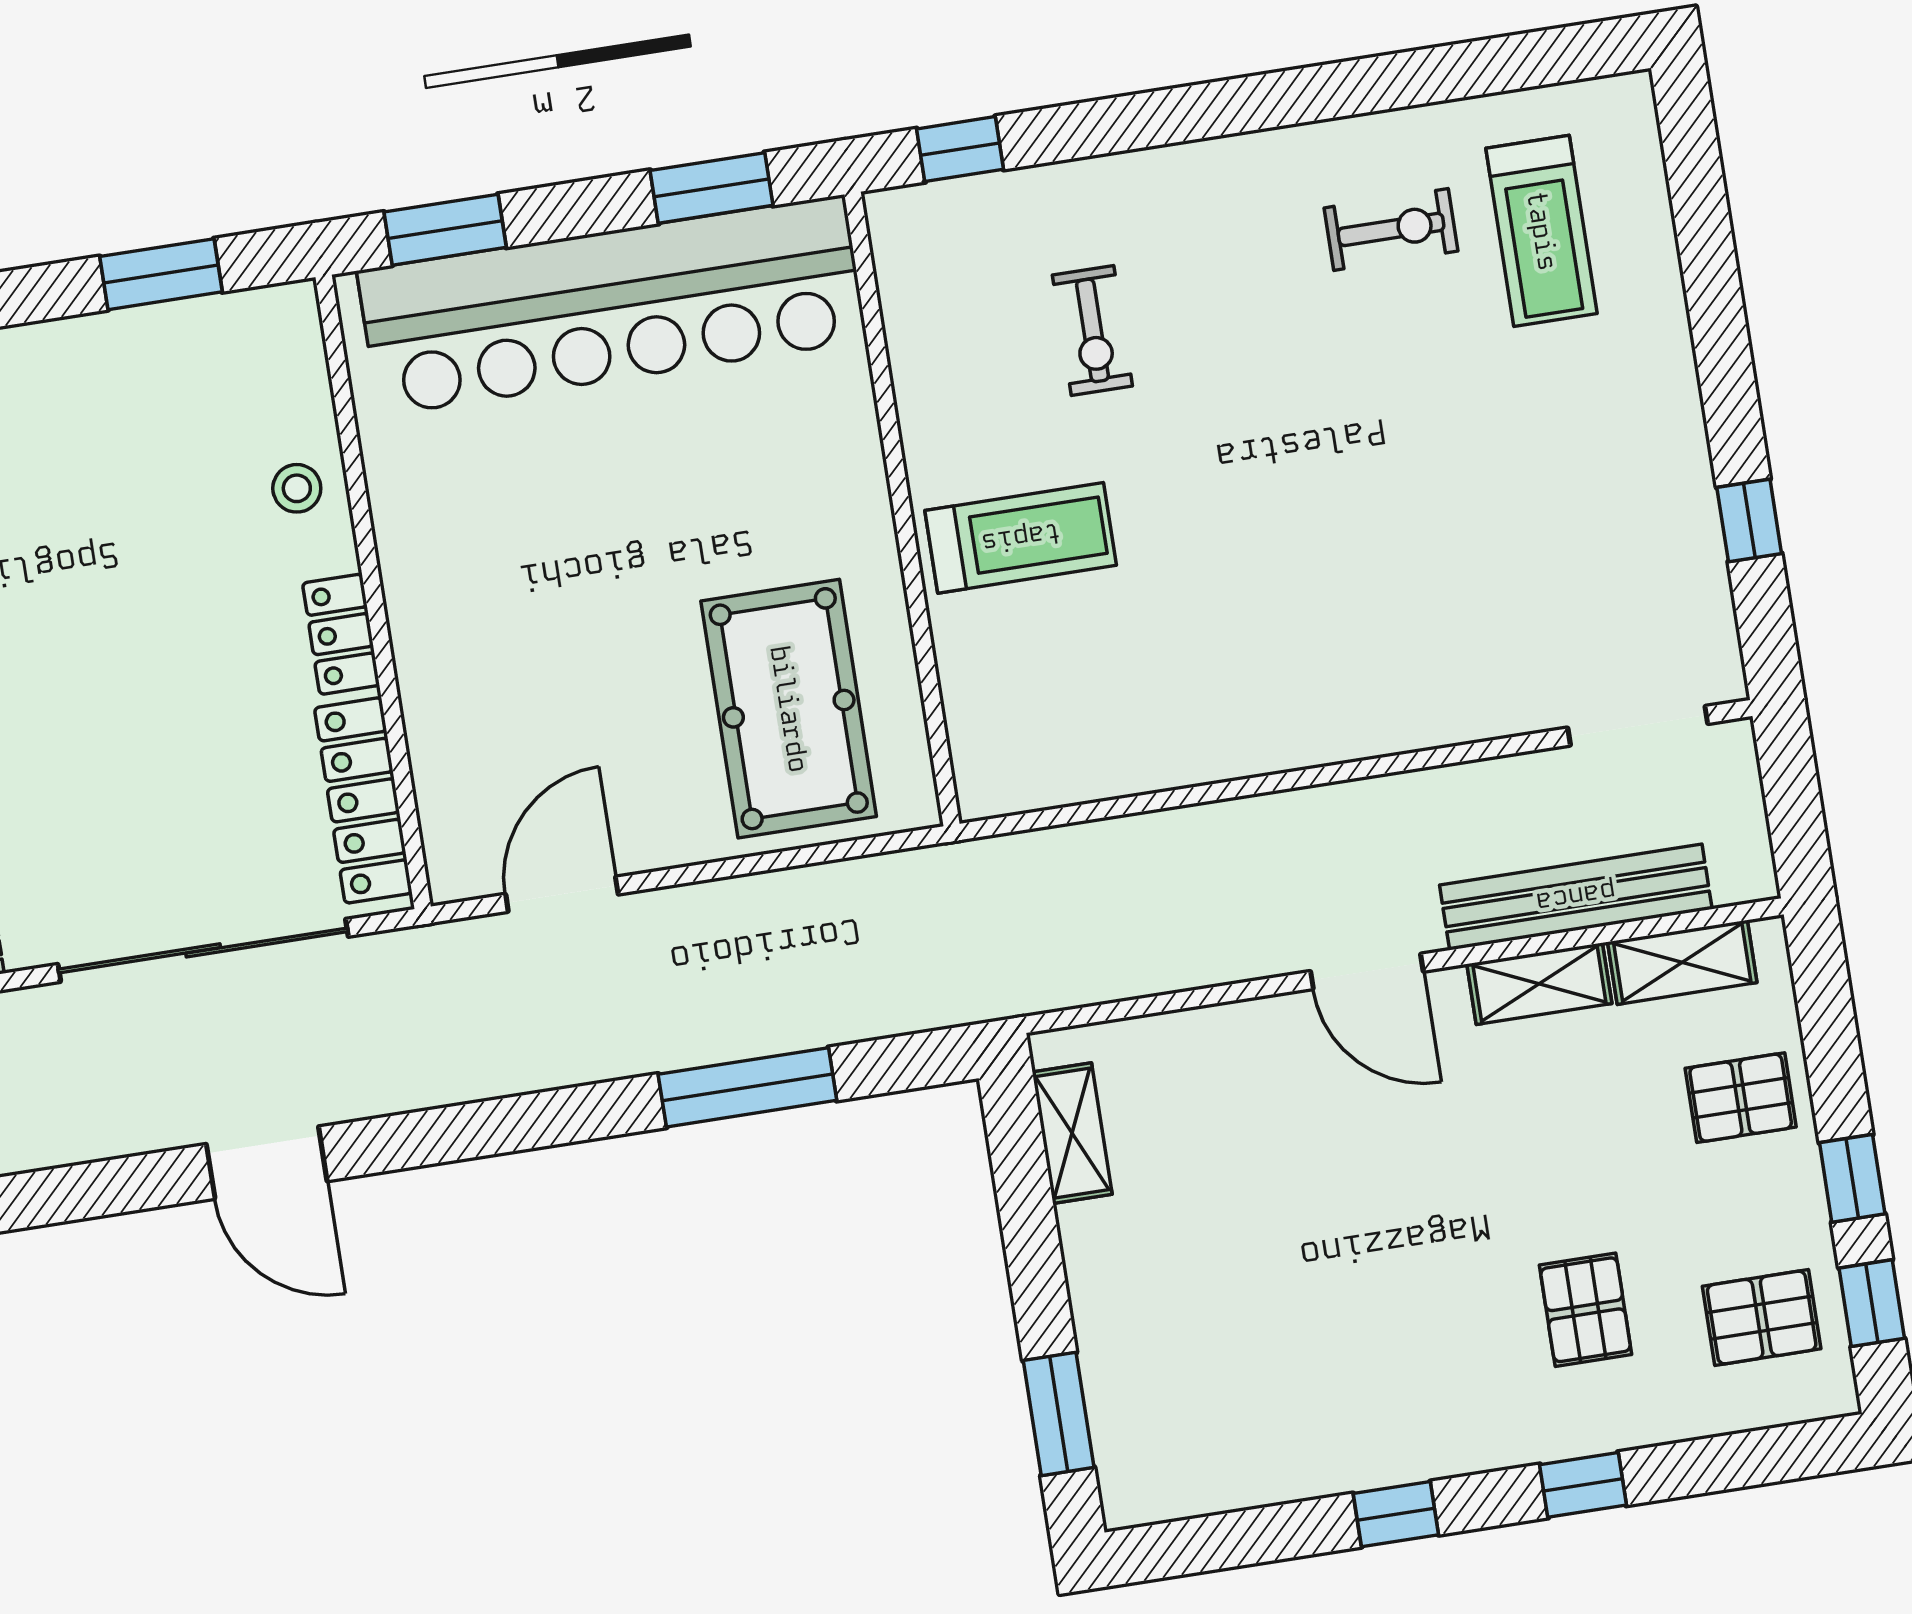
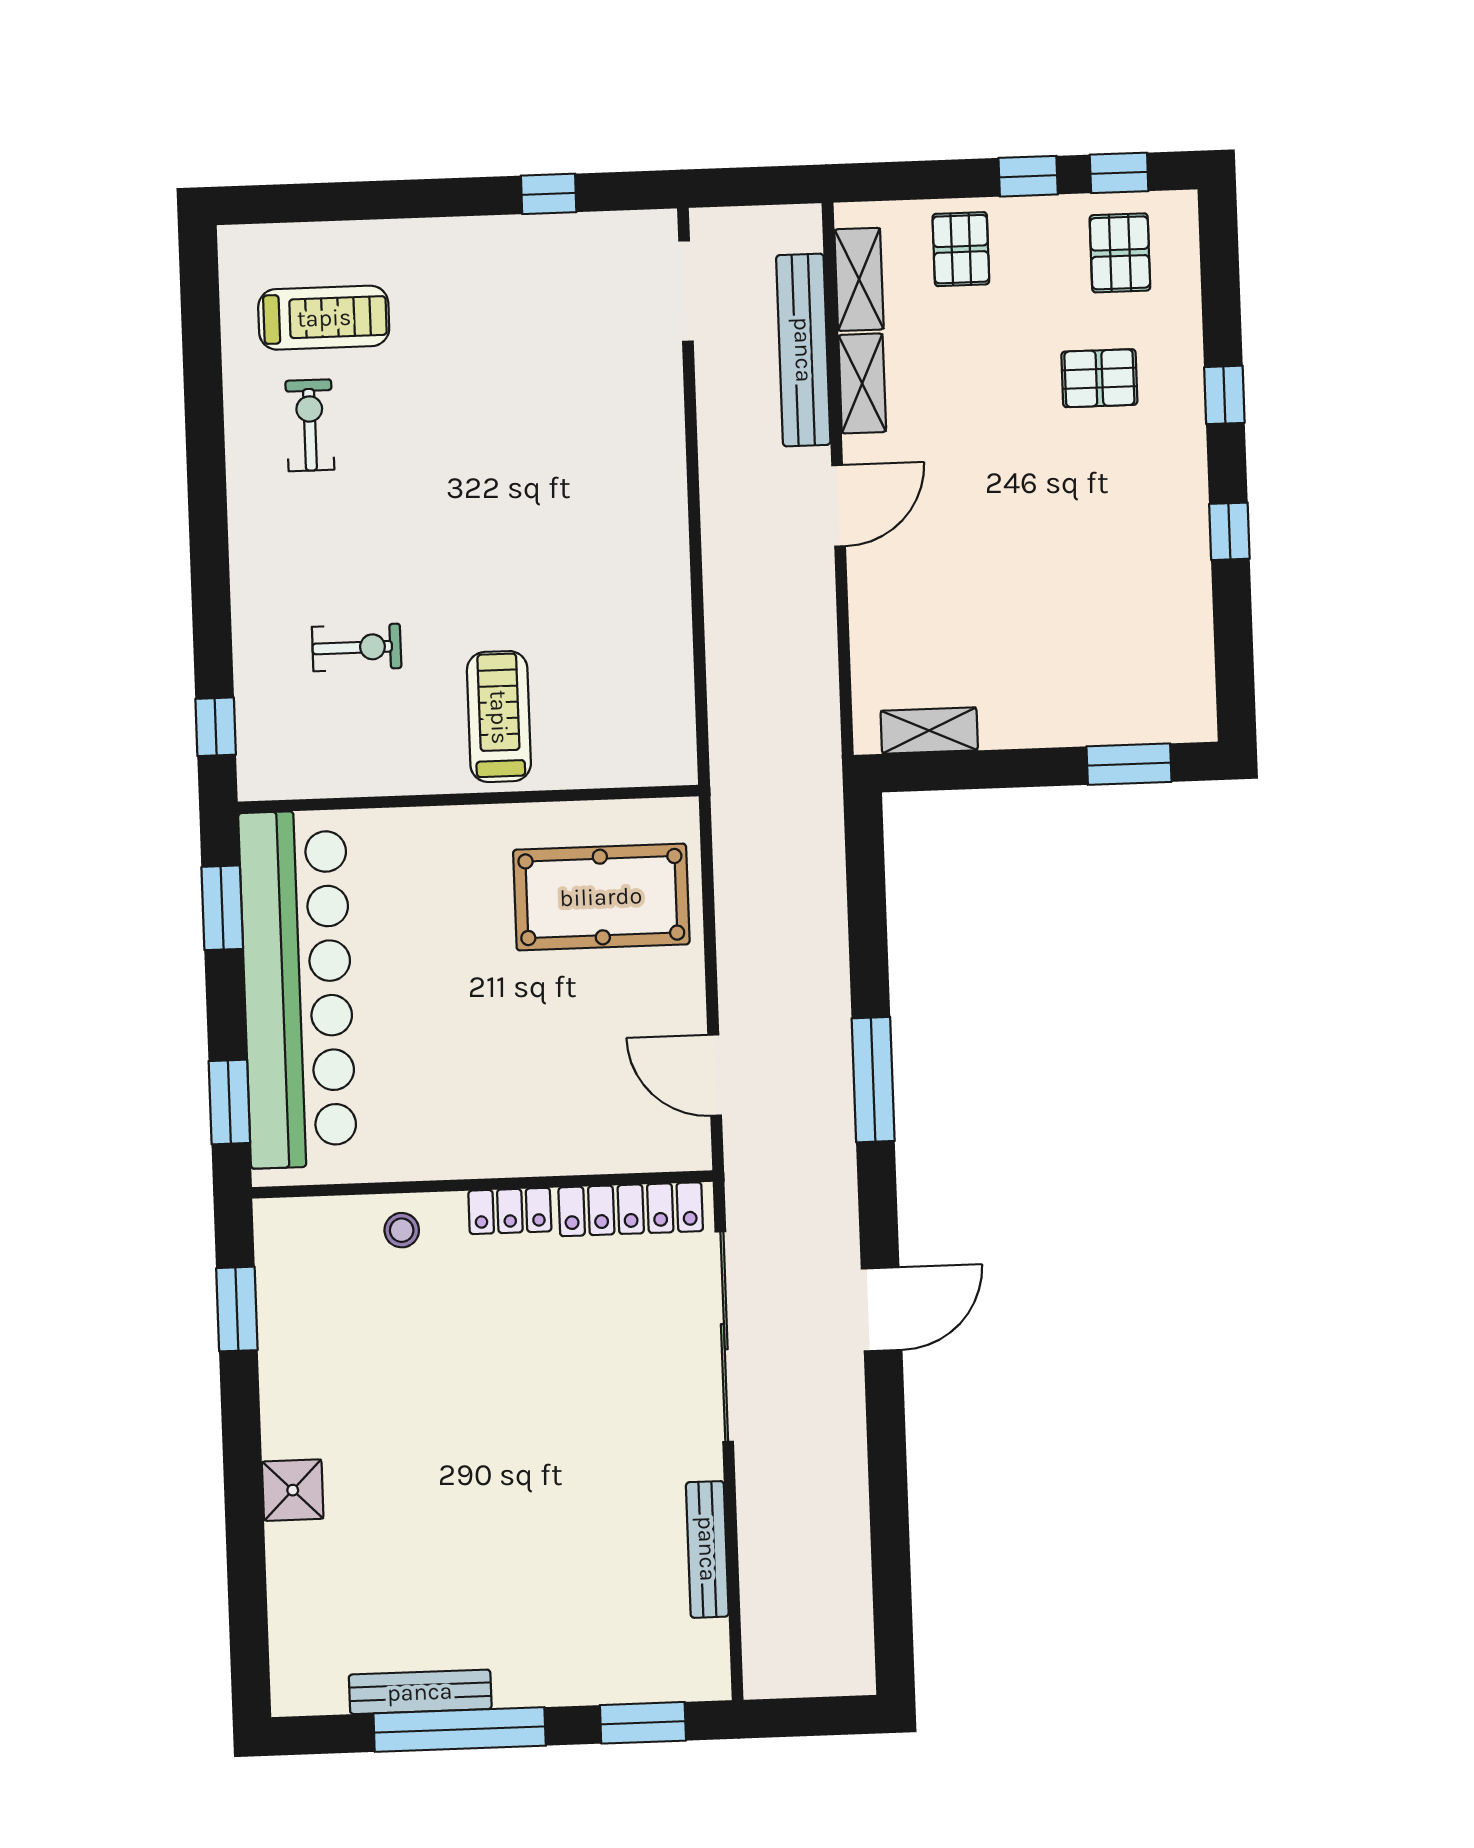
window: (747, 1087) -> (873, 1080), moved

